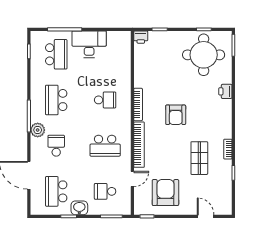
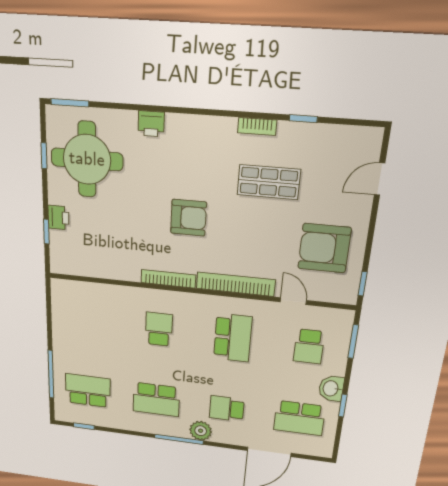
printer: (141, 37) -> (58, 218), moved
desk: (89, 44) -> (72, 343), removed

